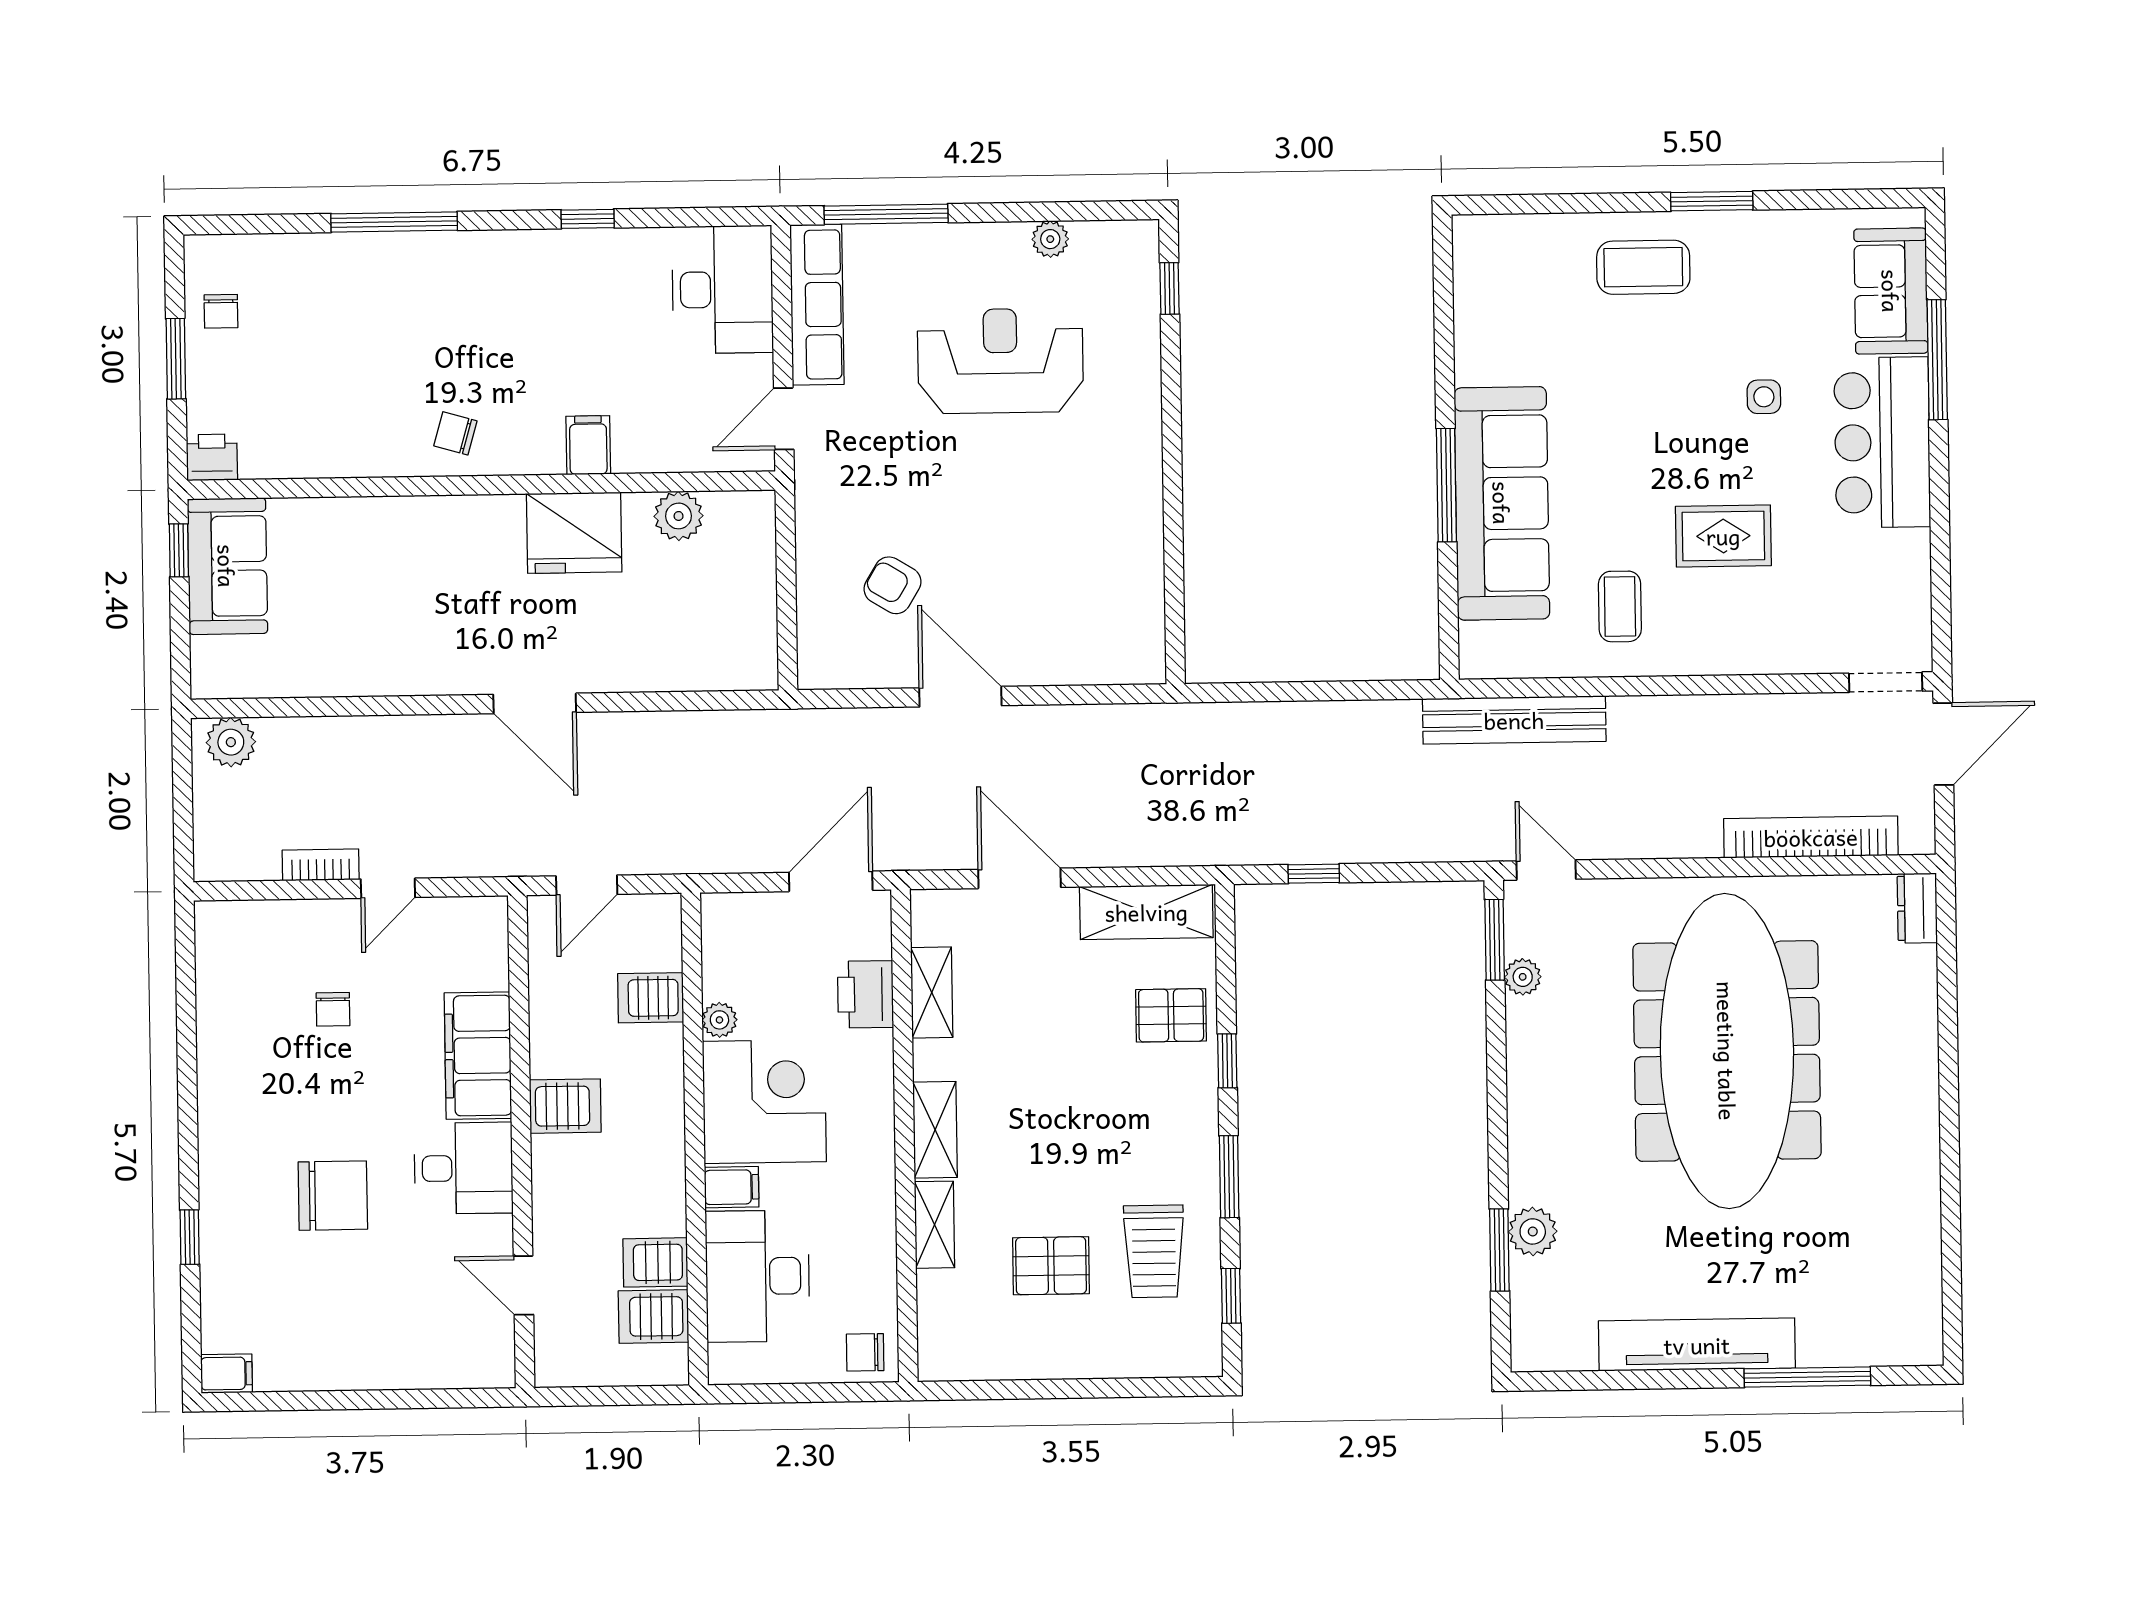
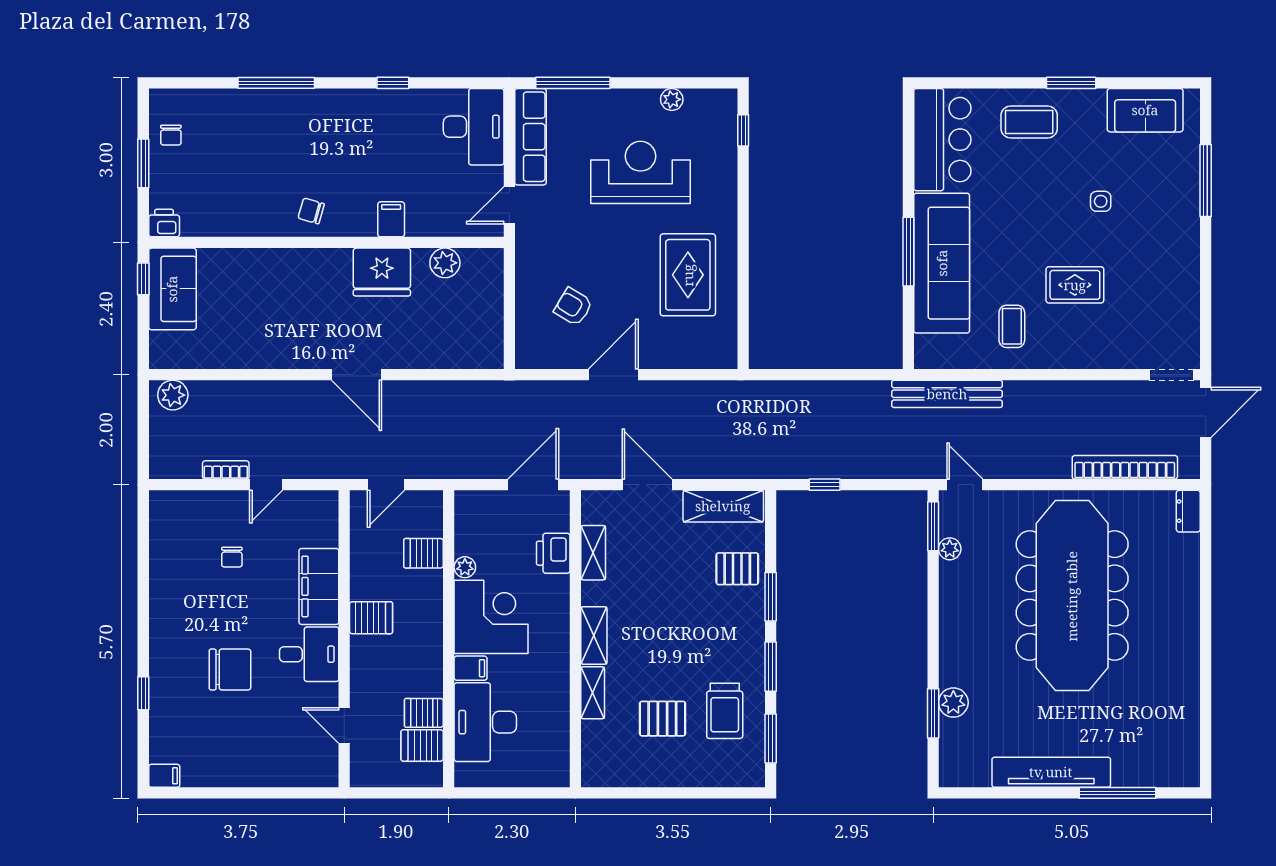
sofa: (1891, 291) -> (1145, 110), moved, turned -90
bar counter: (1882, 442) -> (942, 140), moved, turned 180
rug: (1081, 529) -> (688, 275), added
door: (960, 697) -> (613, 375), hinge flipped
window: (1227, 1061) -> (771, 597), width x1.50
window: (1231, 1296) -> (771, 738), width x1.50
chair: (865, 1352) -> (550, 769), removed

